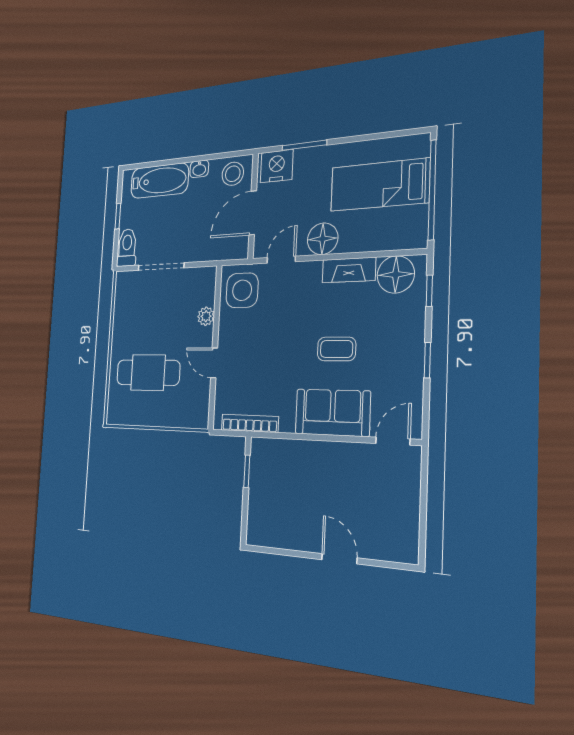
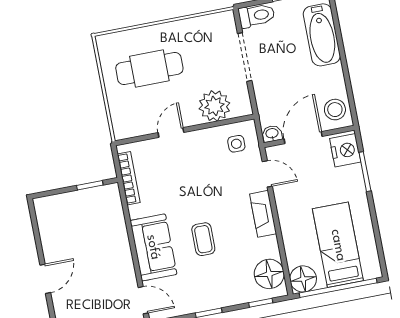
washbasin: (199, 169) -> (272, 134), moved, turned 90
door: (253, 213) -> (303, 138), hinge flipped
floor lamp: (323, 239) -> (303, 279), moved
fireplace: (349, 270) -> (263, 214), moved
side table: (242, 290) -> (236, 144), width x0.54, depth x0.54
plant: (206, 316) -> (214, 106), width x1.88, depth x1.88
cafe table: (148, 373) -> (149, 68), turned 90

